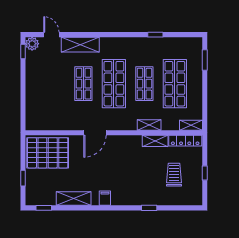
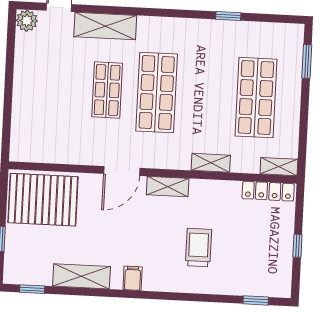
window: (23, 51) -> (11, 33), removed
shop shelf: (144, 84) -> (206, 95), removed
shelving: (155, 141) -> (168, 187), moved
trolley: (174, 175) -> (198, 248), moved
window: (149, 208) -> (256, 300), moved

